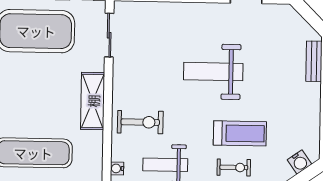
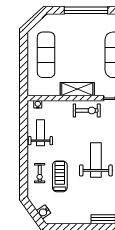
exercise bike: (140, 122) -> (87, 111), moved, turned -90
treadmill: (240, 133) -> (60, 176), turned 180

